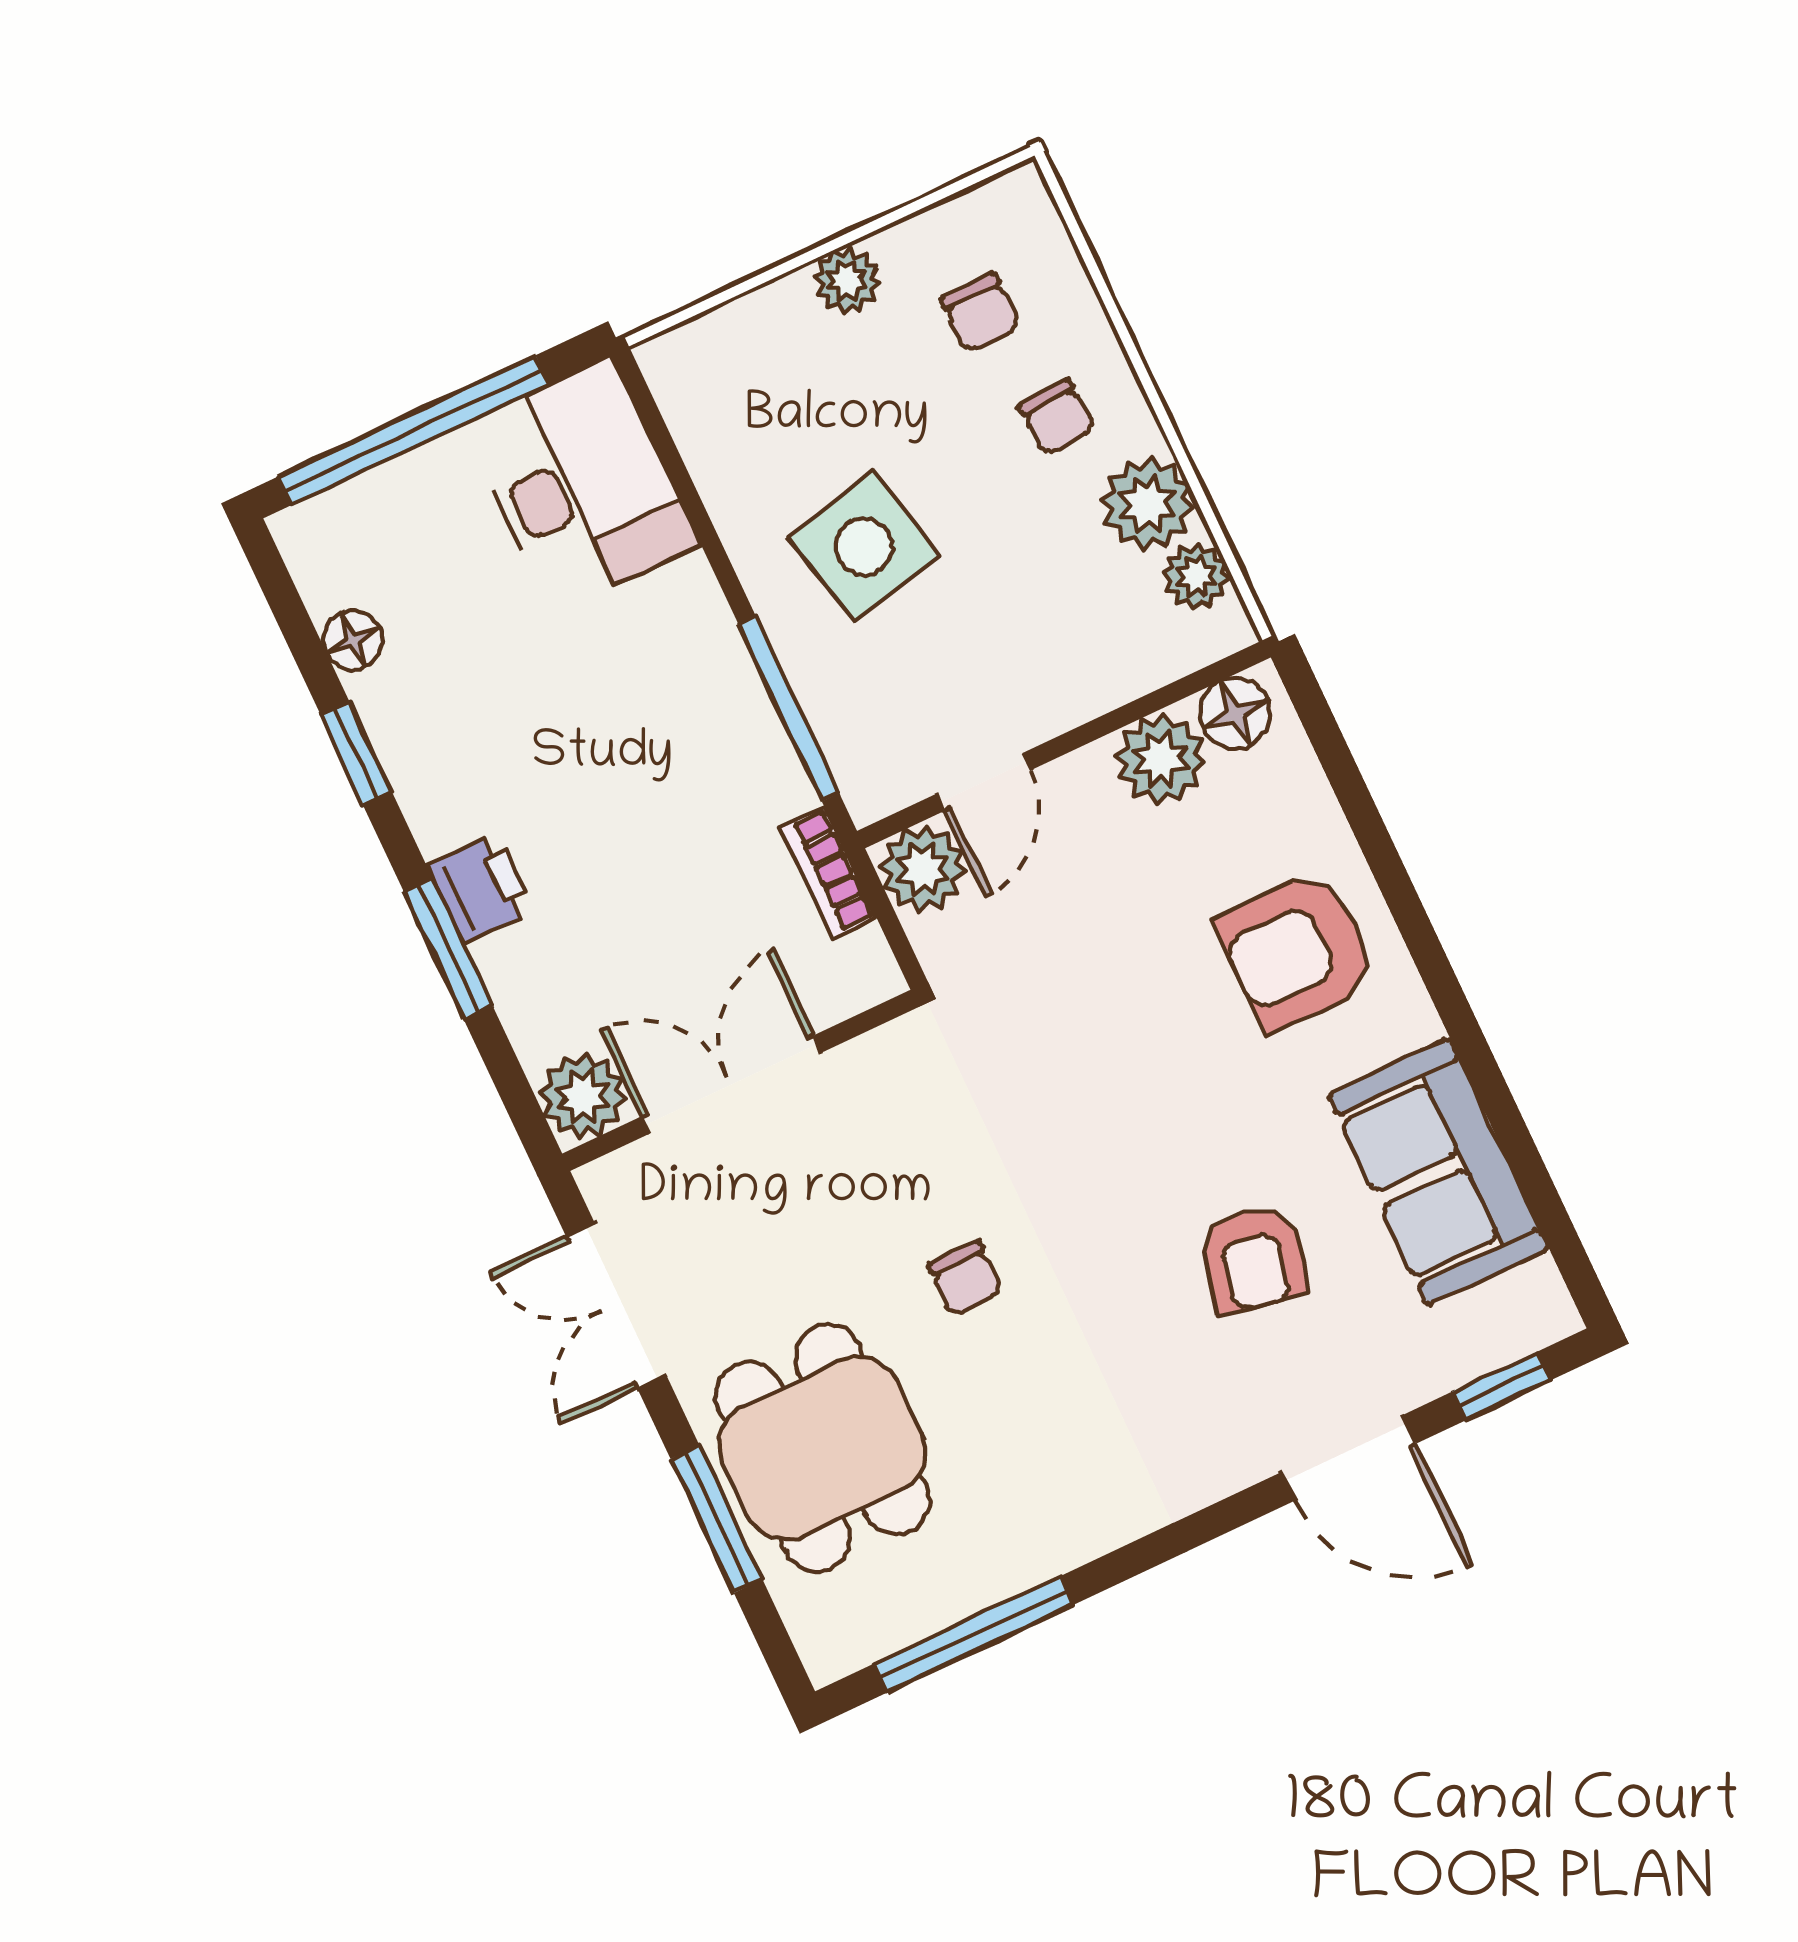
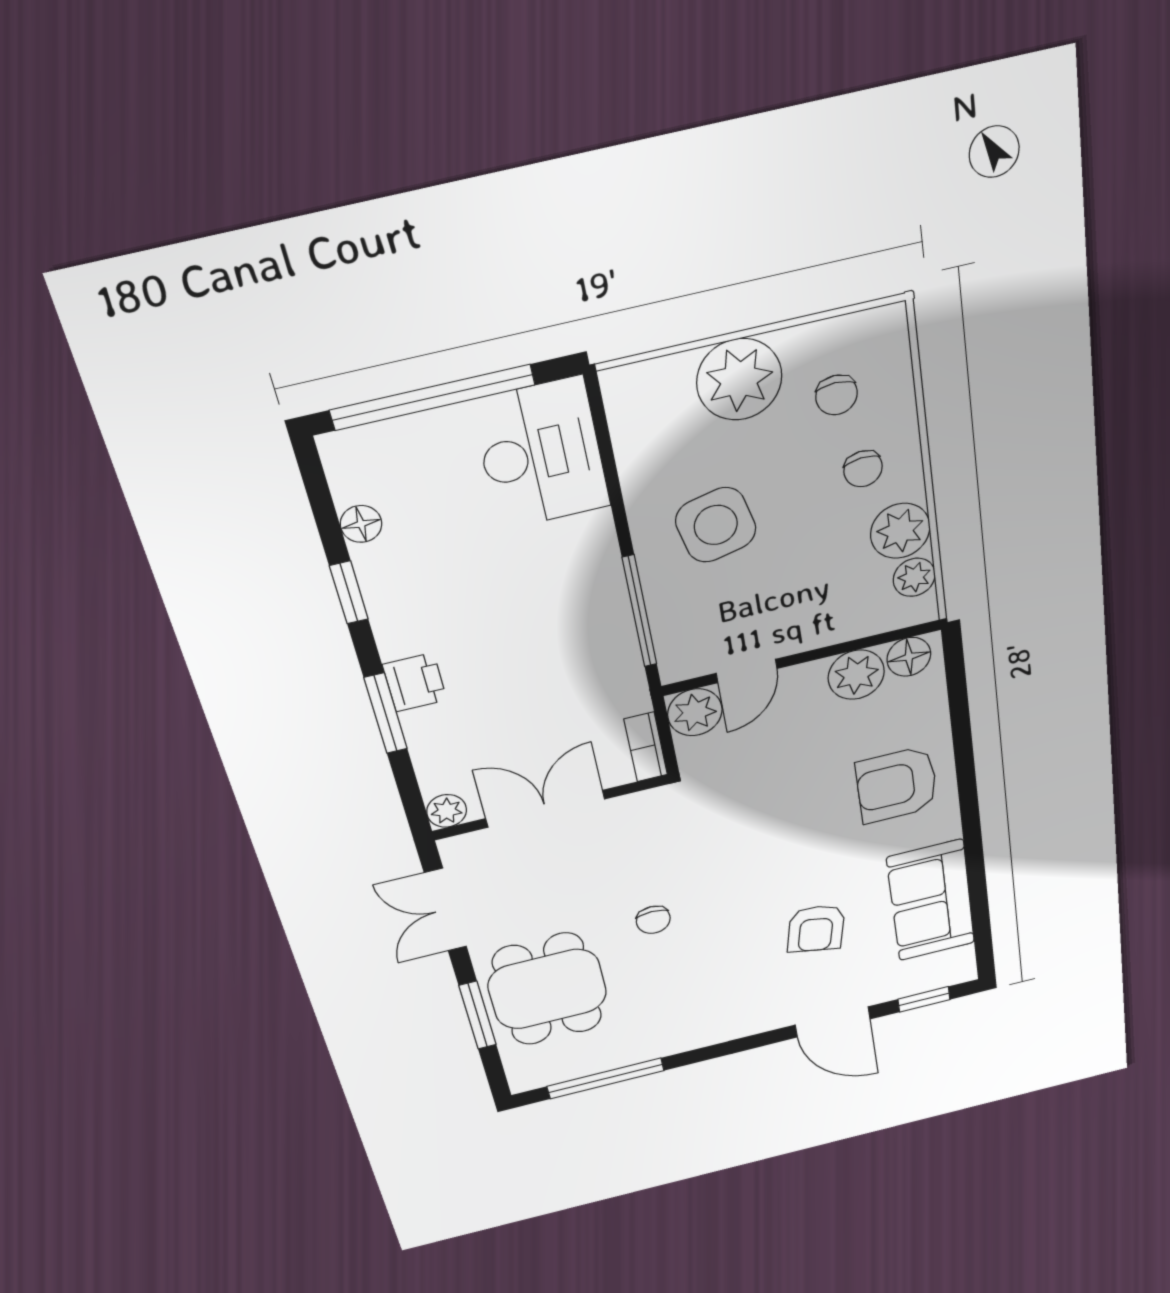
plant: (847, 280) -> (739, 379), width x1.88, depth x1.88
bookcase: (828, 873) -> (646, 747), moved
plant: (583, 1096) -> (447, 811), width x0.73, depth x0.73

